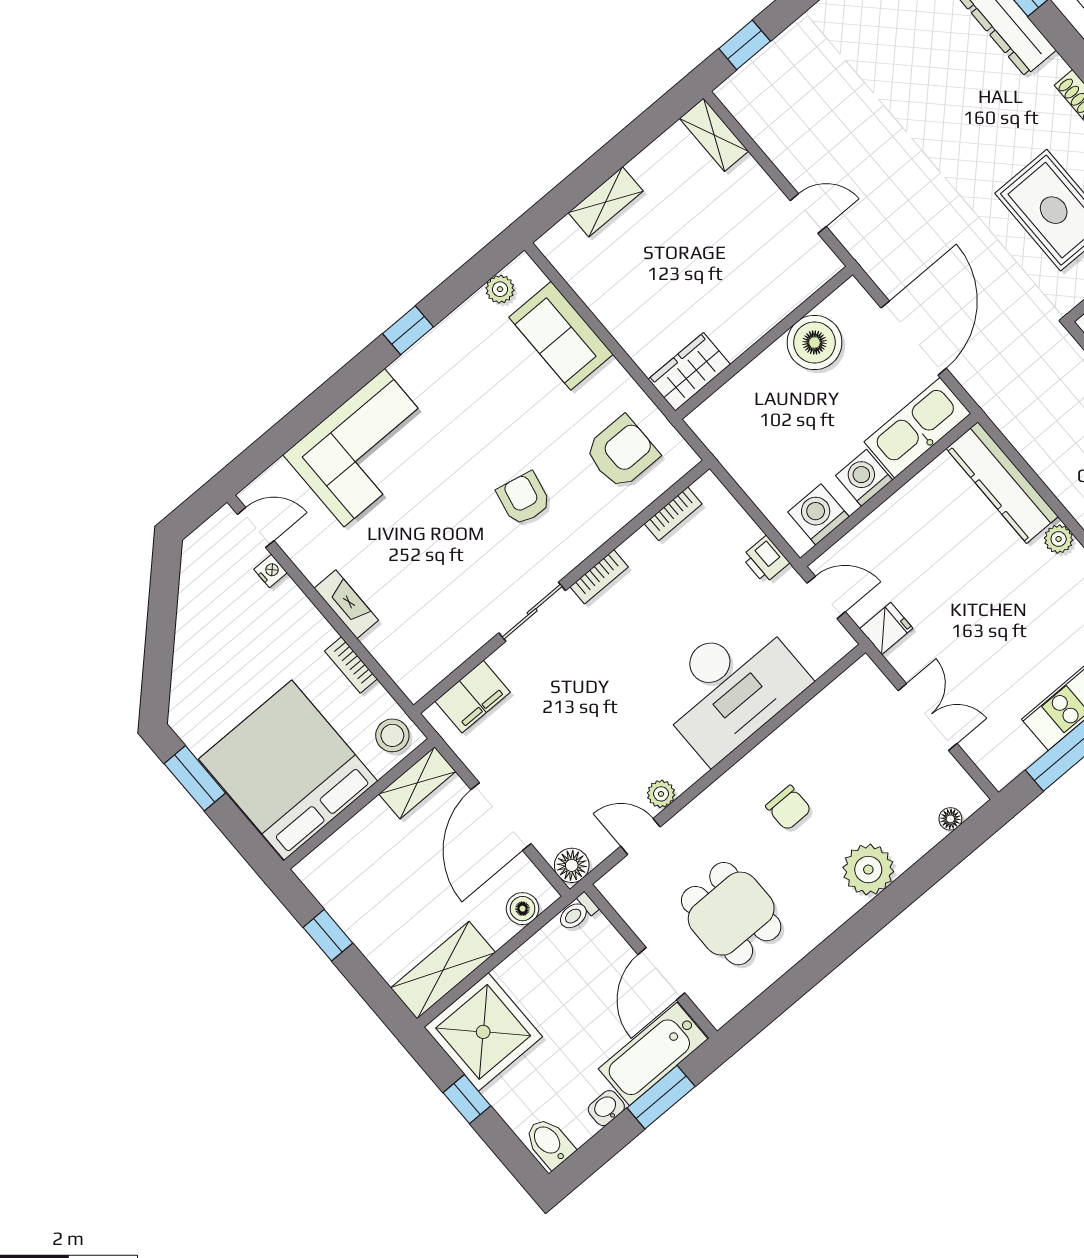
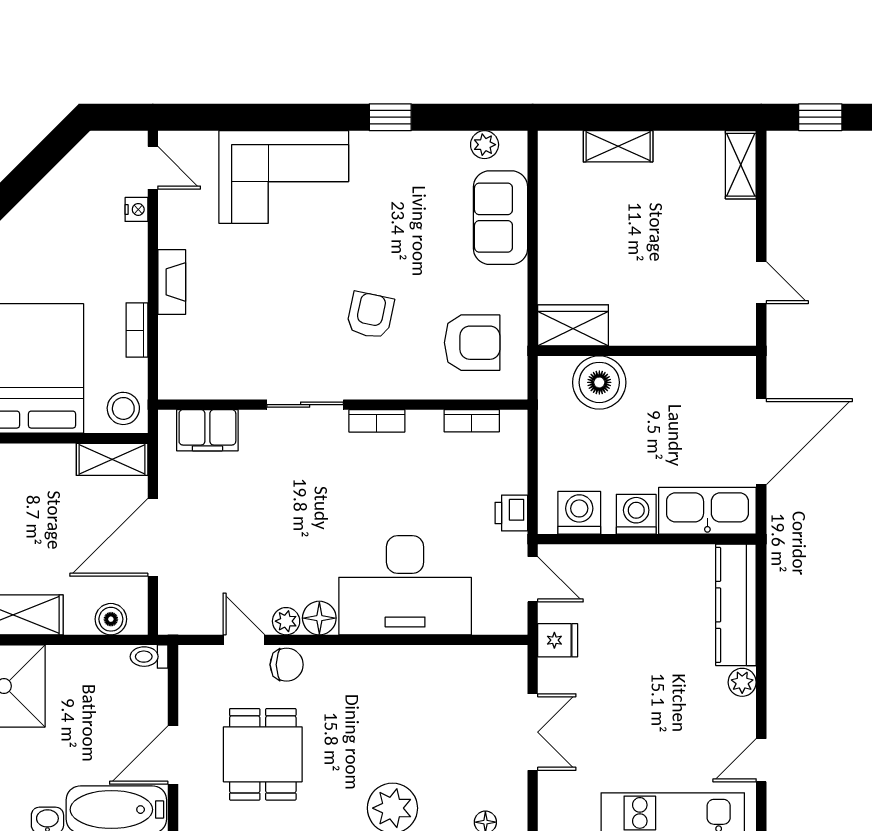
boiler: (815, 342) -> (599, 382), moved
chair: (788, 808) -> (287, 665), moved, turned -90
floor lamp: (572, 865) -> (319, 618), moved

